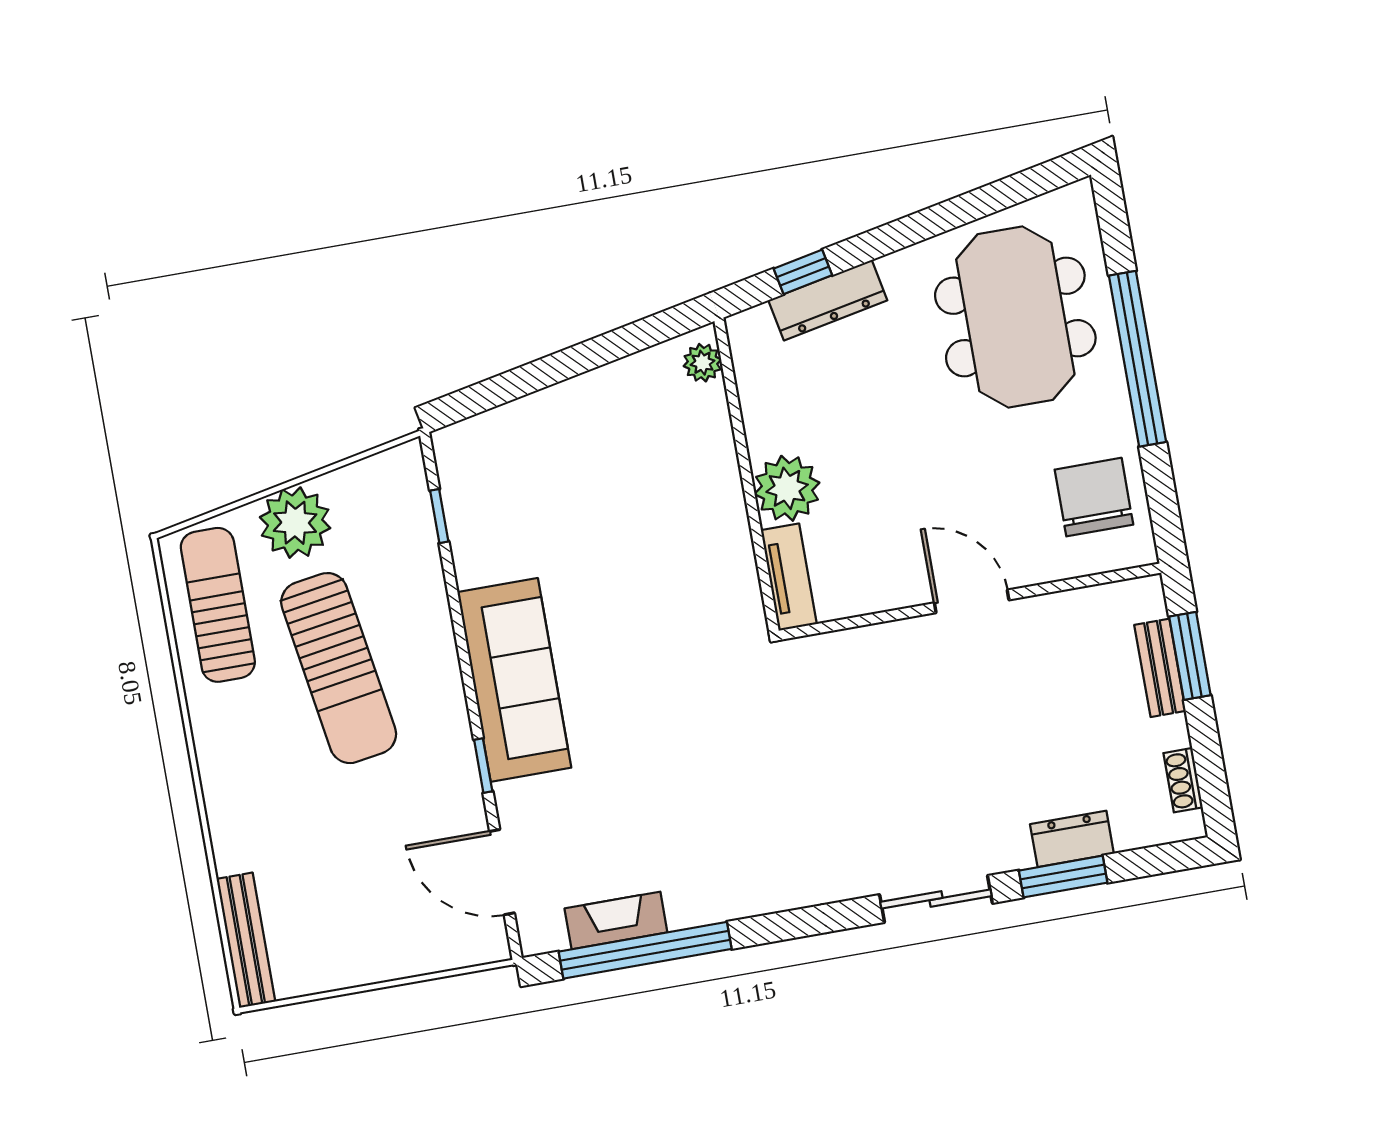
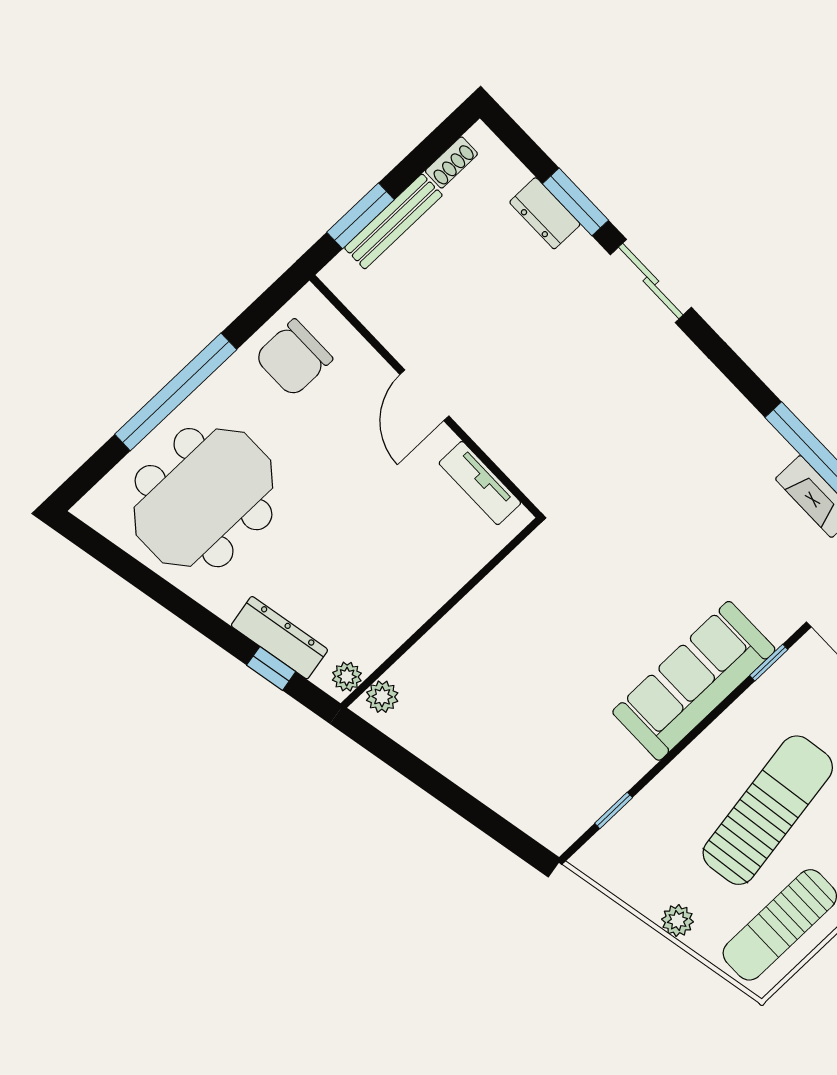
plant: (787, 488) -> (347, 677), moved, width x0.53, depth x0.53
plant: (295, 523) -> (678, 920), width x0.53, depth x0.53
tv unit: (789, 577) -> (480, 483), moved, turned -90
bench: (1160, 668) -> (393, 221), width x1.36

